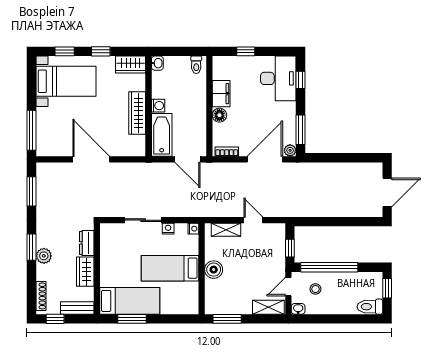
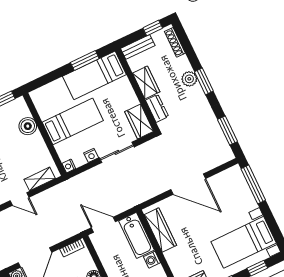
wardrobe: (137, 113) -> (160, 230), moved
wardrobe: (109, 239) -> (139, 121), added
boiler: (214, 270) -> (28, 126), moved

